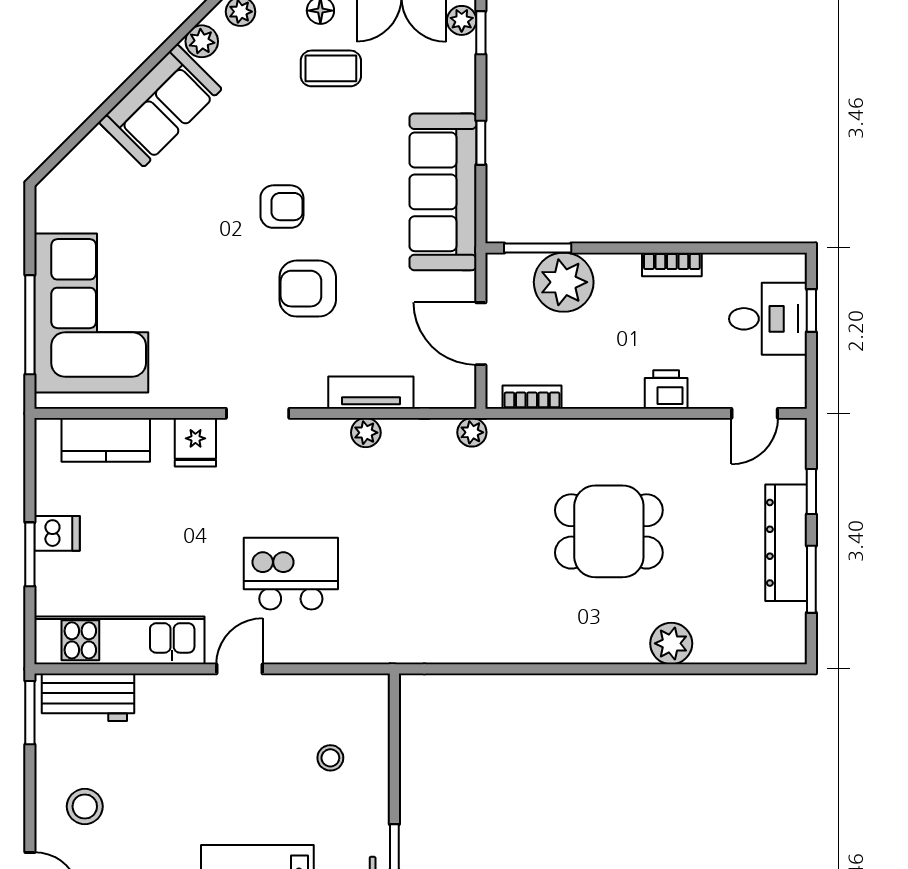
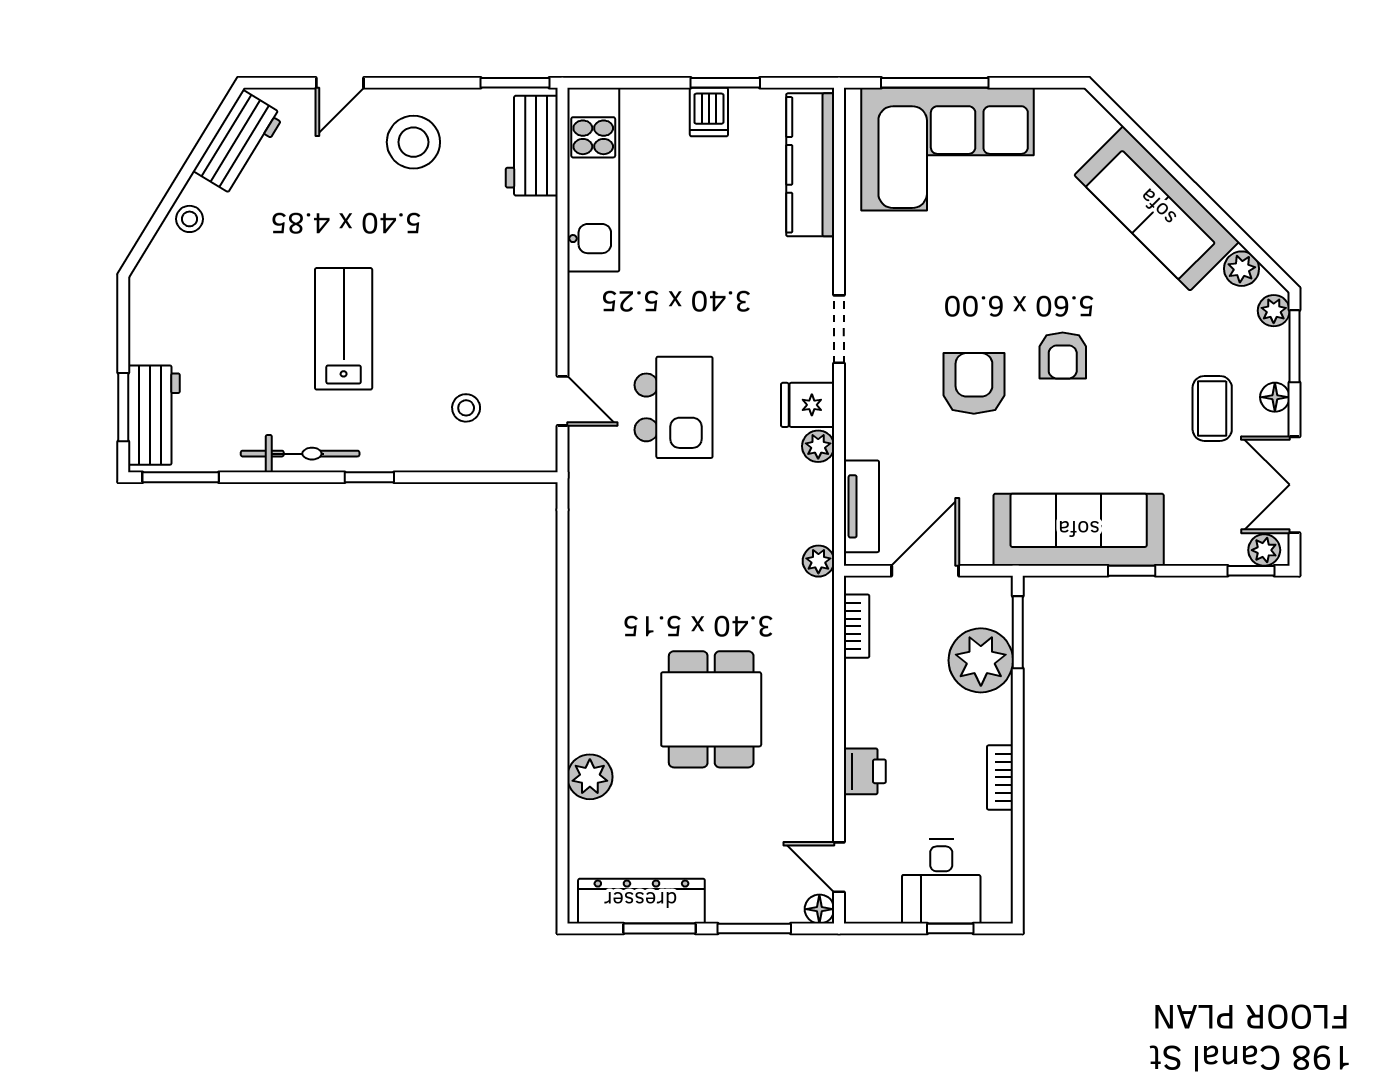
sofa: (160, 106) -> (1157, 208), width x1.36
tv unit: (371, 393) -> (861, 506), moved
floor lamp: (793, 431) -> (819, 909), added
kitchen counter: (106, 440) -> (810, 165), width x1.50
fridge: (195, 442) -> (808, 405), moved
window: (811, 492) -> (754, 929), width x1.50
dresser: (786, 543) -> (641, 901), moved
window: (30, 554) -> (725, 83), moved
kitchen island: (291, 574) -> (674, 407), moved
door: (239, 669) -> (562, 401), moved
stool: (85, 806) -> (413, 142), width x1.38, depth x1.38

